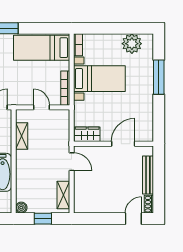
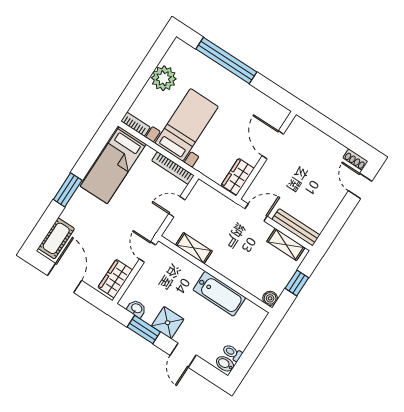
plant: (132, 44) -> (164, 78), moved
window: (159, 77) -> (226, 60), width x1.46
bench: (148, 175) -> (296, 227), moved

